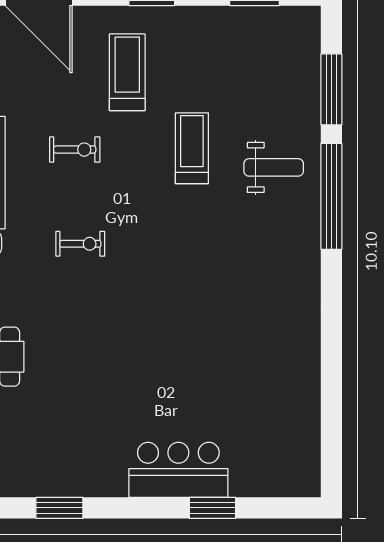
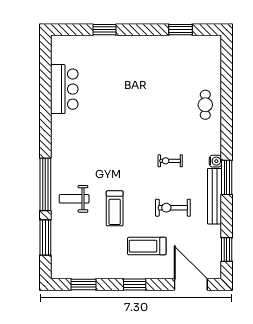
treadmill: (127, 72) -> (147, 246), turned 90
exercise bike: (75, 150) -> (173, 208), width x1.38, depth x1.39
bar counter: (178, 470) -> (64, 89), moved, turned -90

